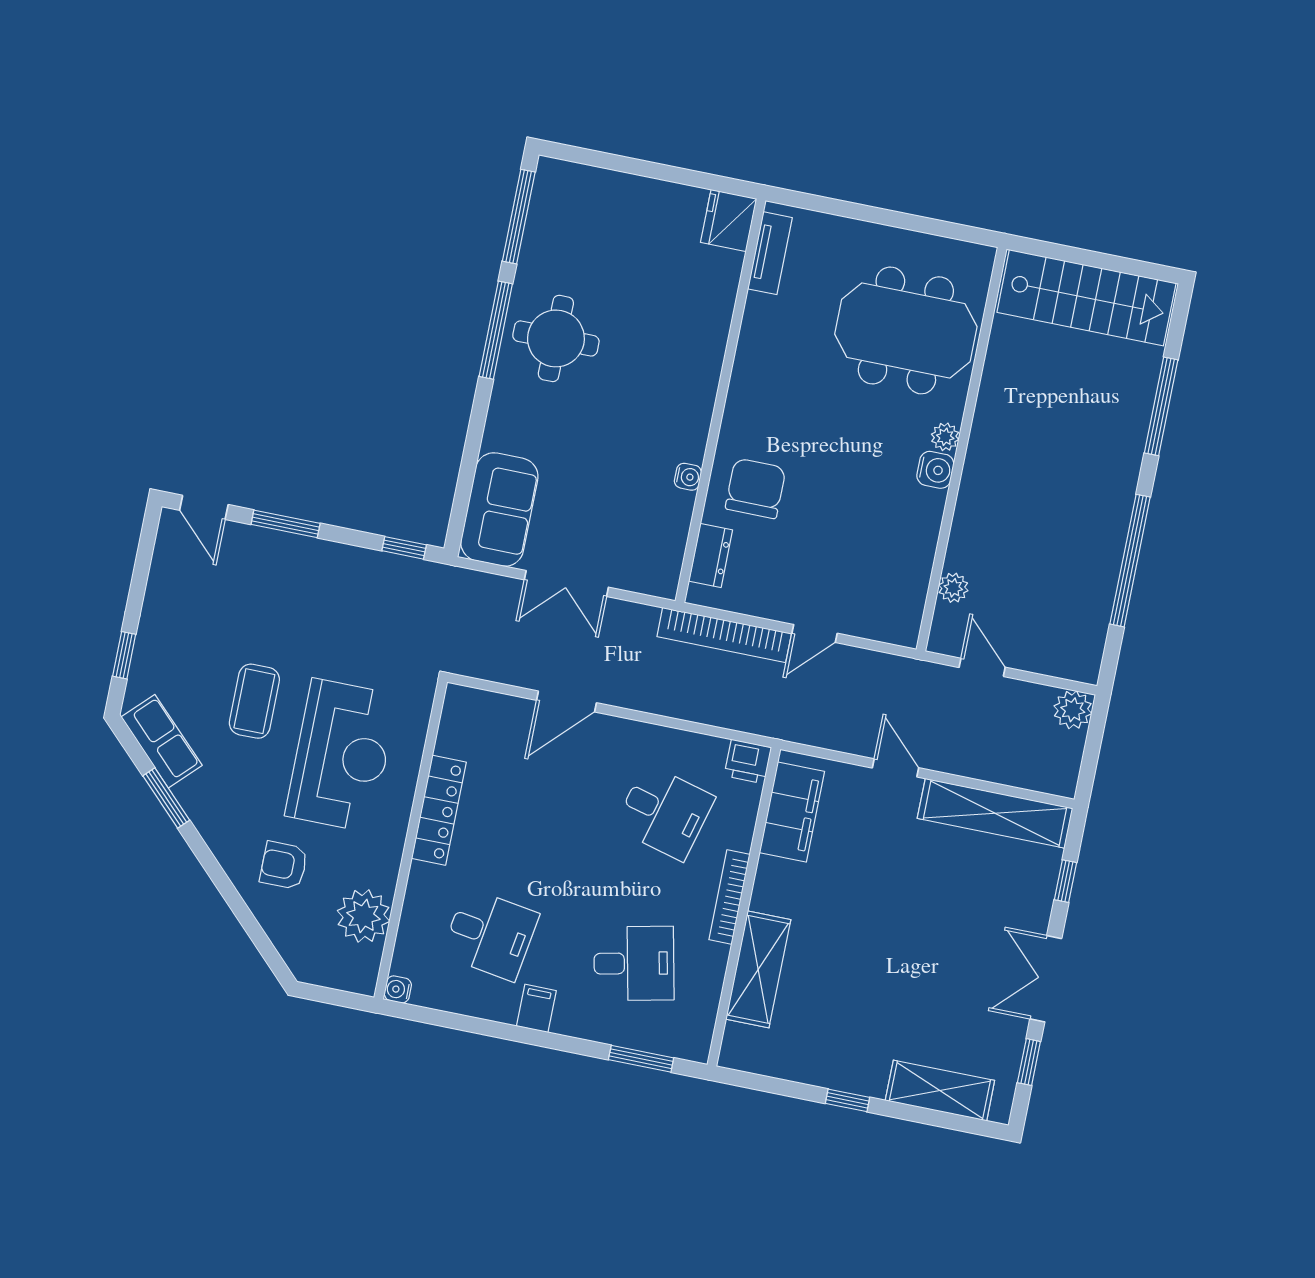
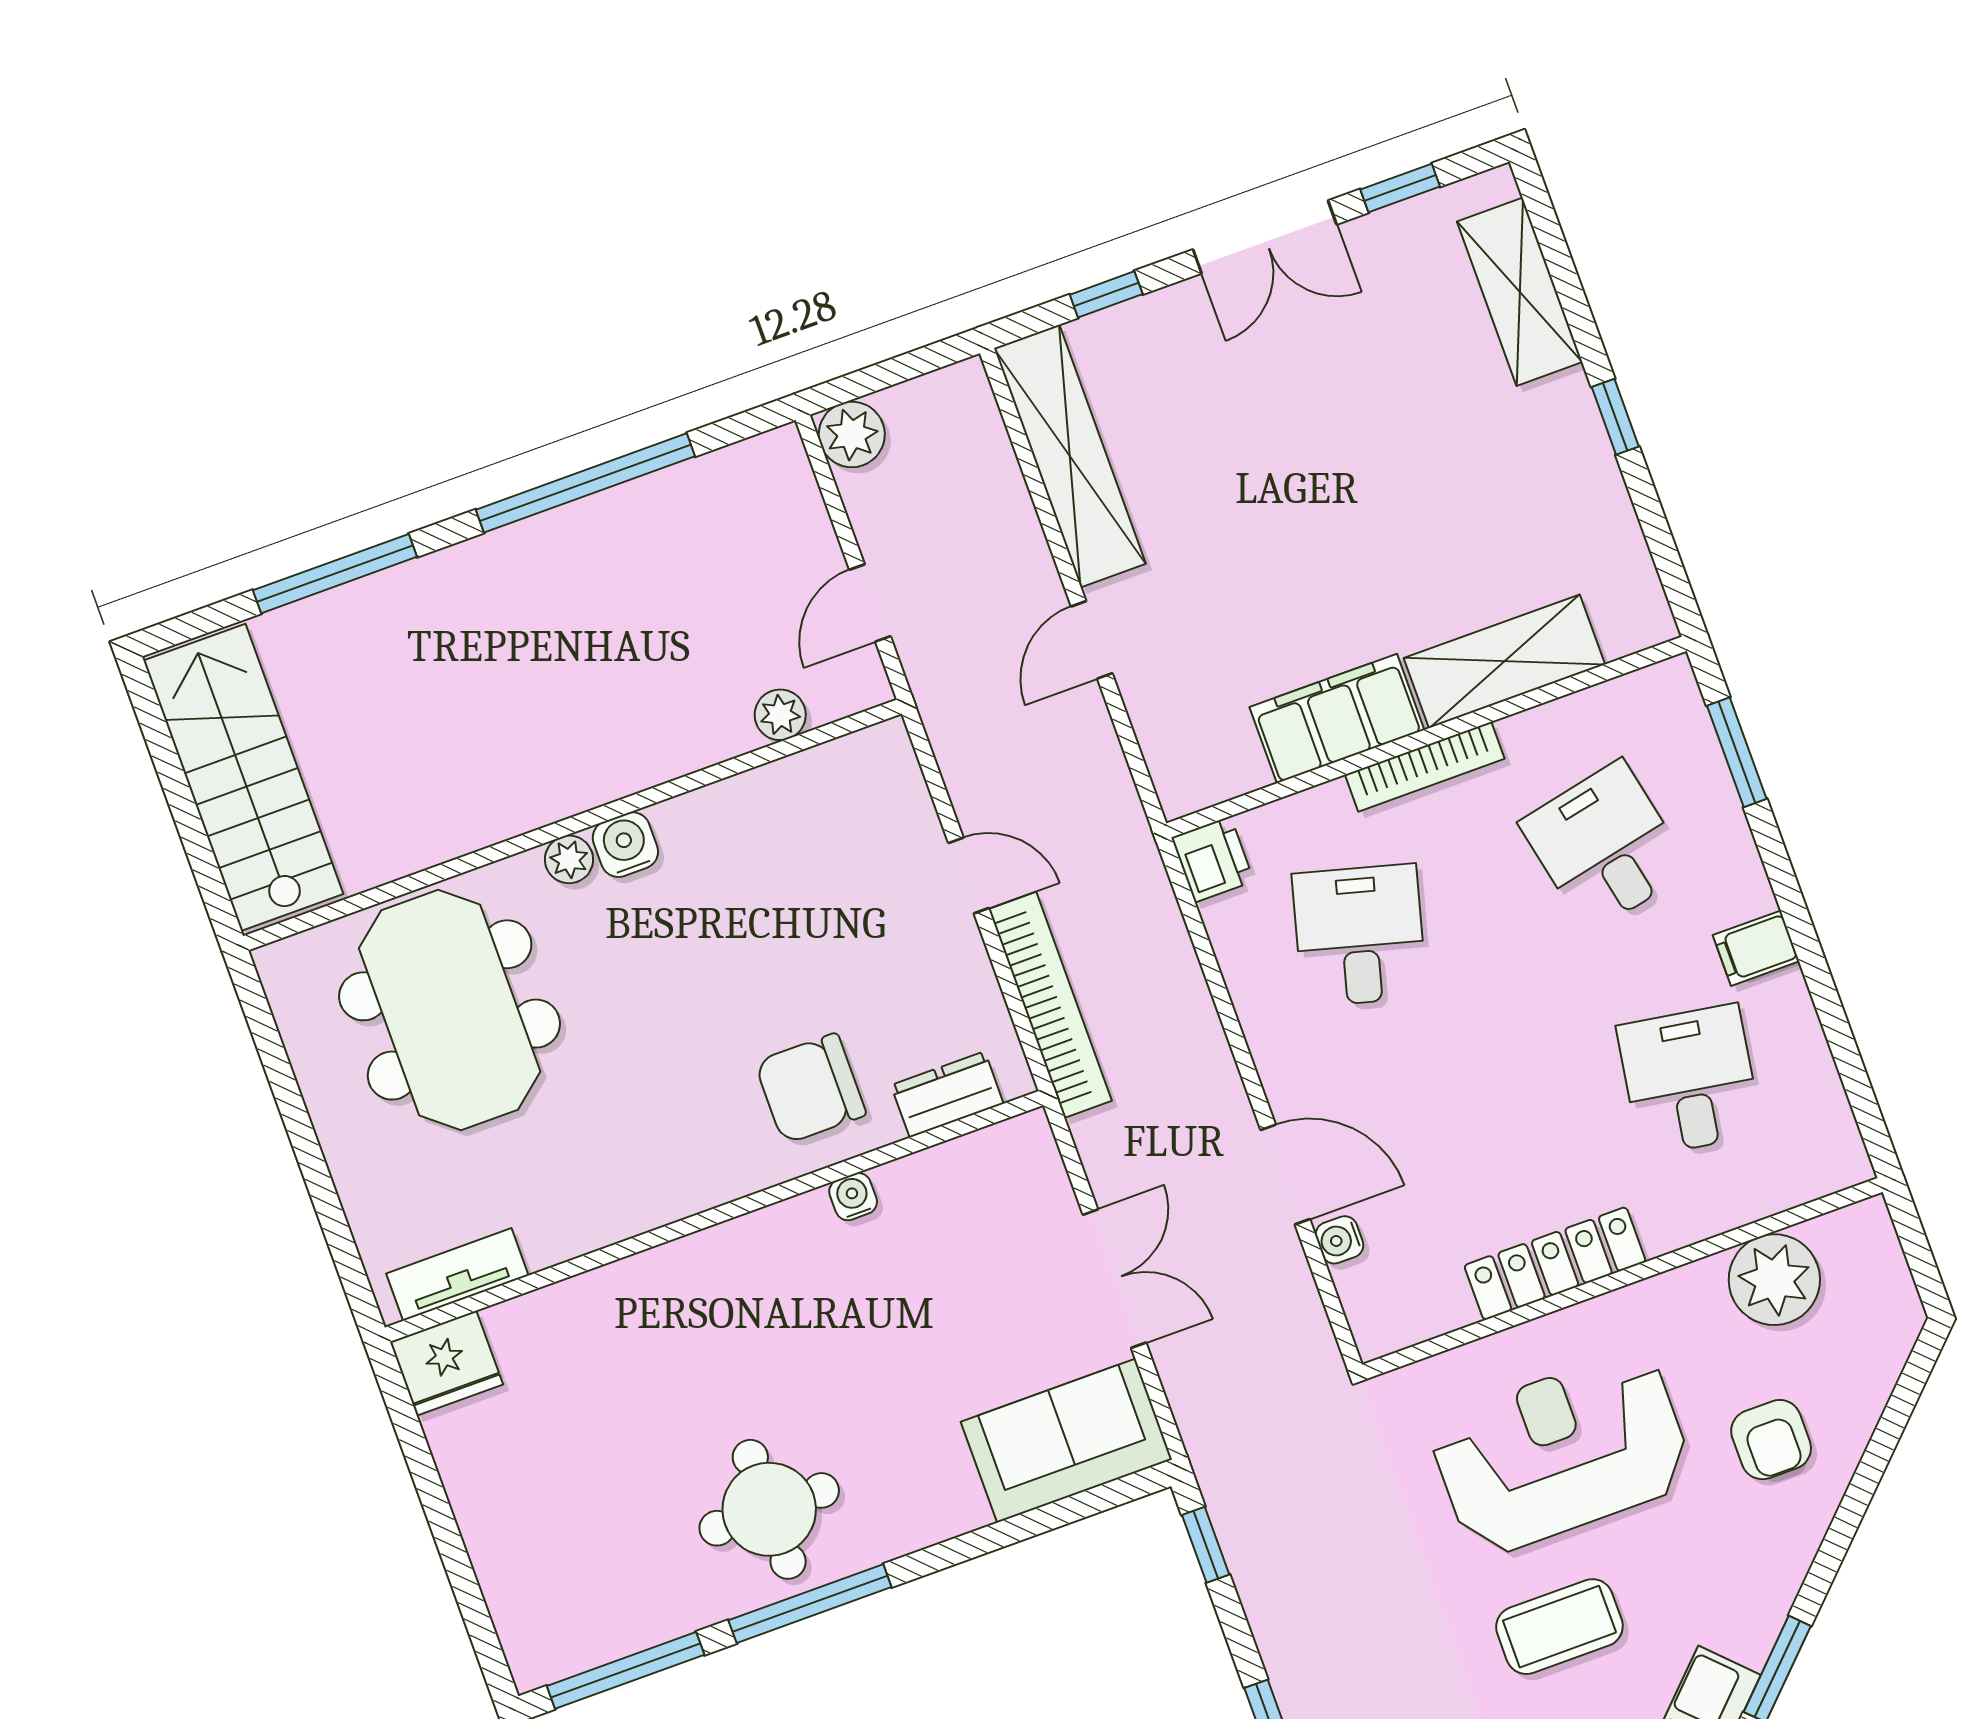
filing cabinet: (792, 812) -> (1337, 719), moved
water cooler: (398, 989) -> (1339, 1240), moved, turned 90

